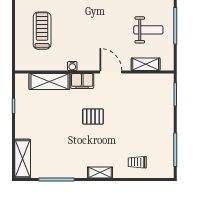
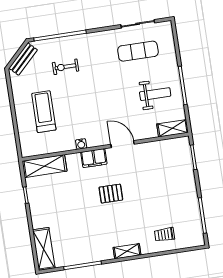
shelving: (146, 64) -> (173, 128), moved
shelving: (49, 81) -> (44, 166), moved

